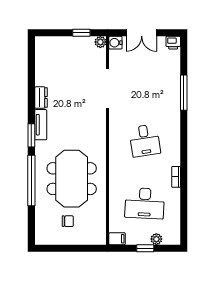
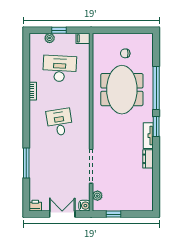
plant: (100, 42) -> (97, 196), moved

